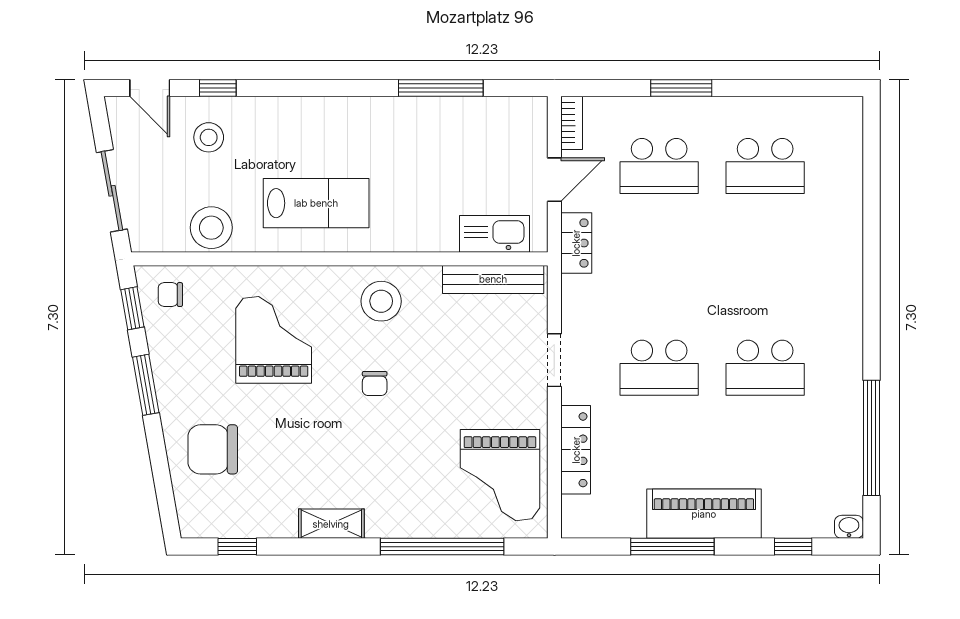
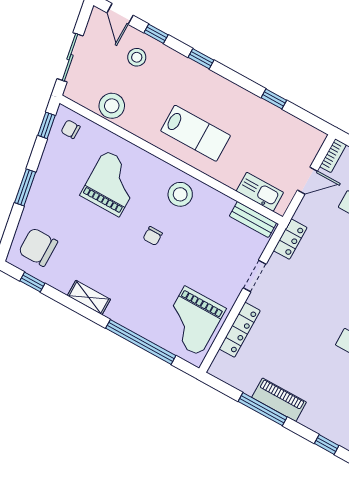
window: (303, 88) -> (201, 59), added
window: (441, 88) -> (274, 99), width x0.46
lab bench: (316, 203) -> (196, 133), moved
locker: (576, 243) -> (290, 239), moved
bench: (493, 279) -> (253, 219), width x0.73
school desk: (659, 368) -> (308, 311), removed
window: (146, 385) -> (25, 187), moved
chair: (213, 449) -> (38, 247), moved
piano: (704, 514) -> (279, 400), width x0.73, depth x0.75

